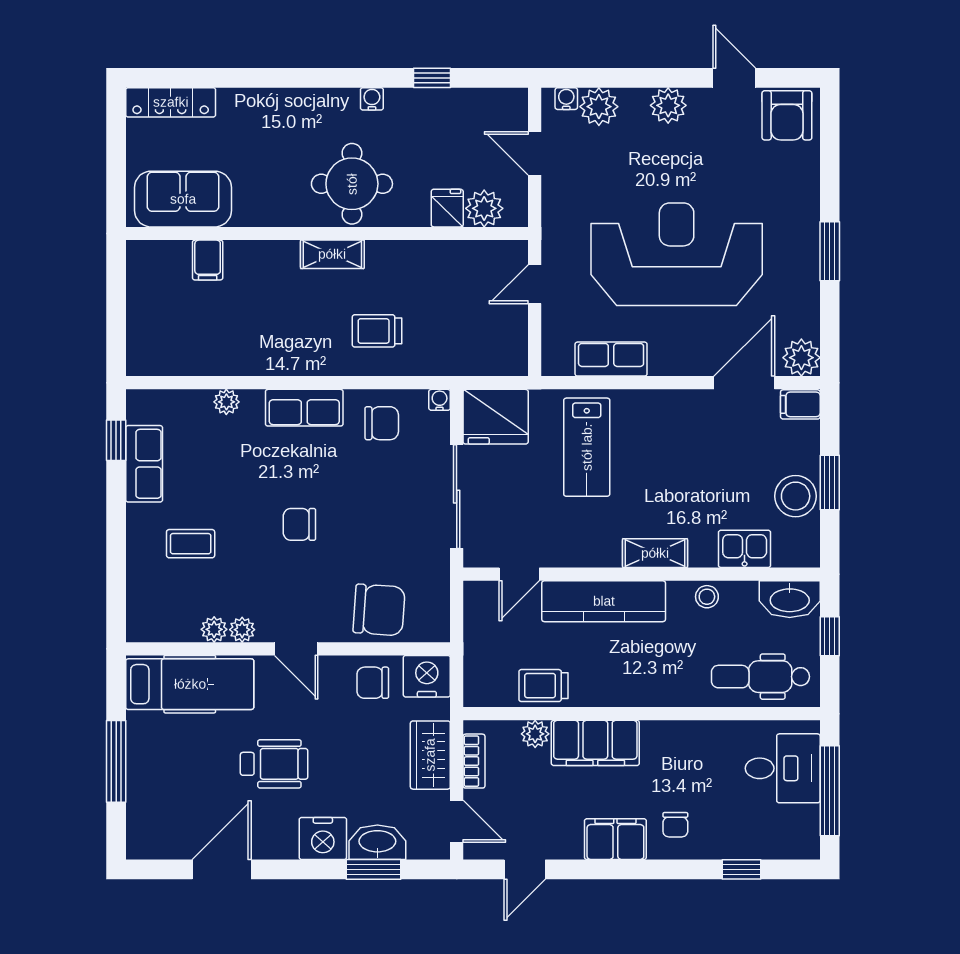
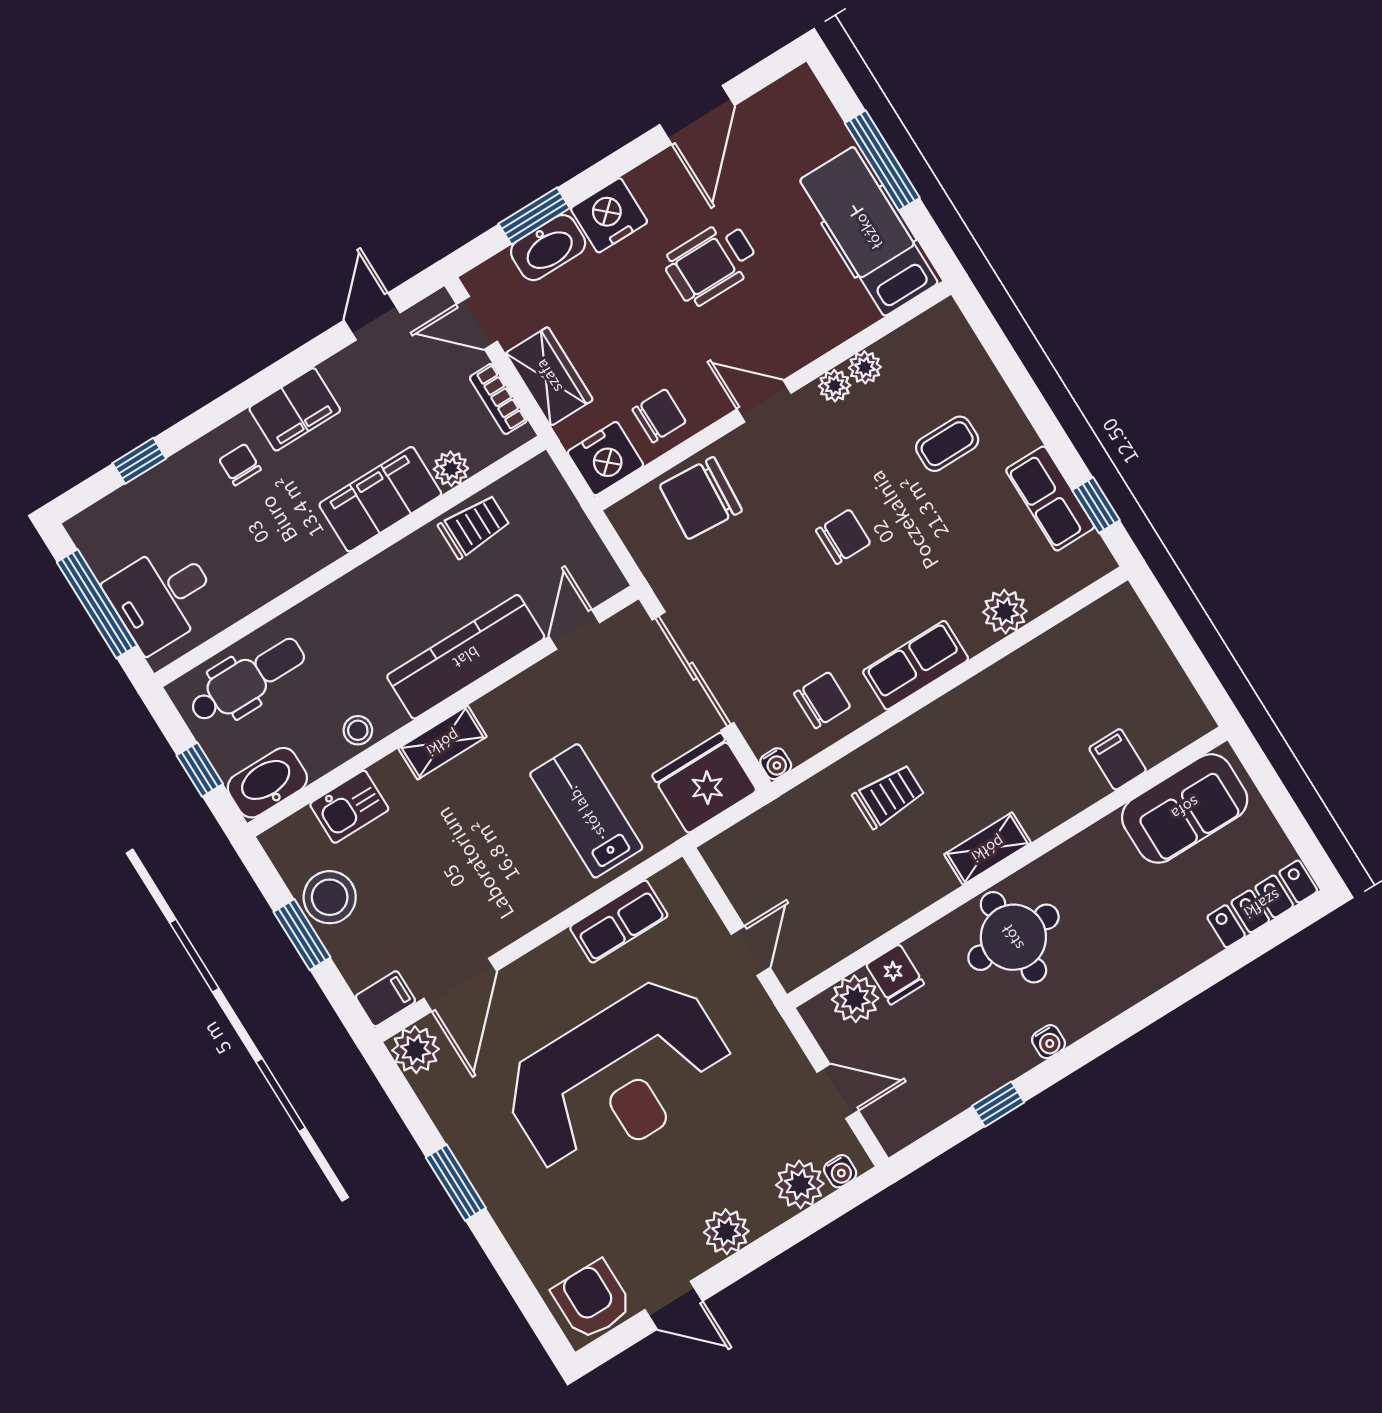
plant: (226, 402) -> (1005, 611), width x1.38, depth x1.38
chair: (382, 423) -> (822, 700), turned 180
hospital bed: (190, 684) -> (869, 231), moved, turned 90

